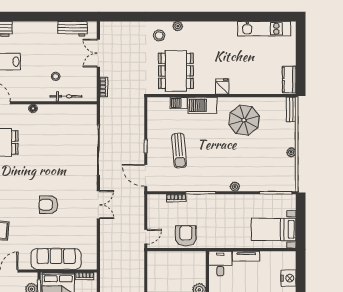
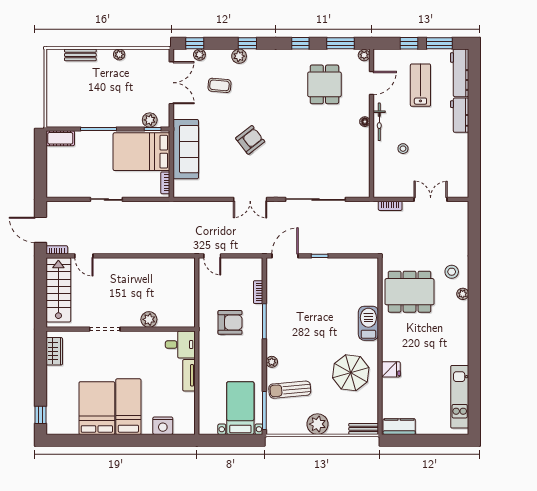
workbench: (72, 29) -> (460, 115), moved
fridge: (222, 86) -> (391, 369), moved
bicycle: (66, 96) -> (379, 122), moved
barbecue: (179, 103) -> (371, 295), removed
sun lounger: (179, 151) -> (290, 390), moved
plant: (291, 152) -> (317, 424), width x1.87, depth x1.87
armchair: (48, 205) -> (250, 140), turned 52
bed with nightstands: (274, 229) -> (240, 408), moved
armchair: (186, 236) -> (230, 322), moved

